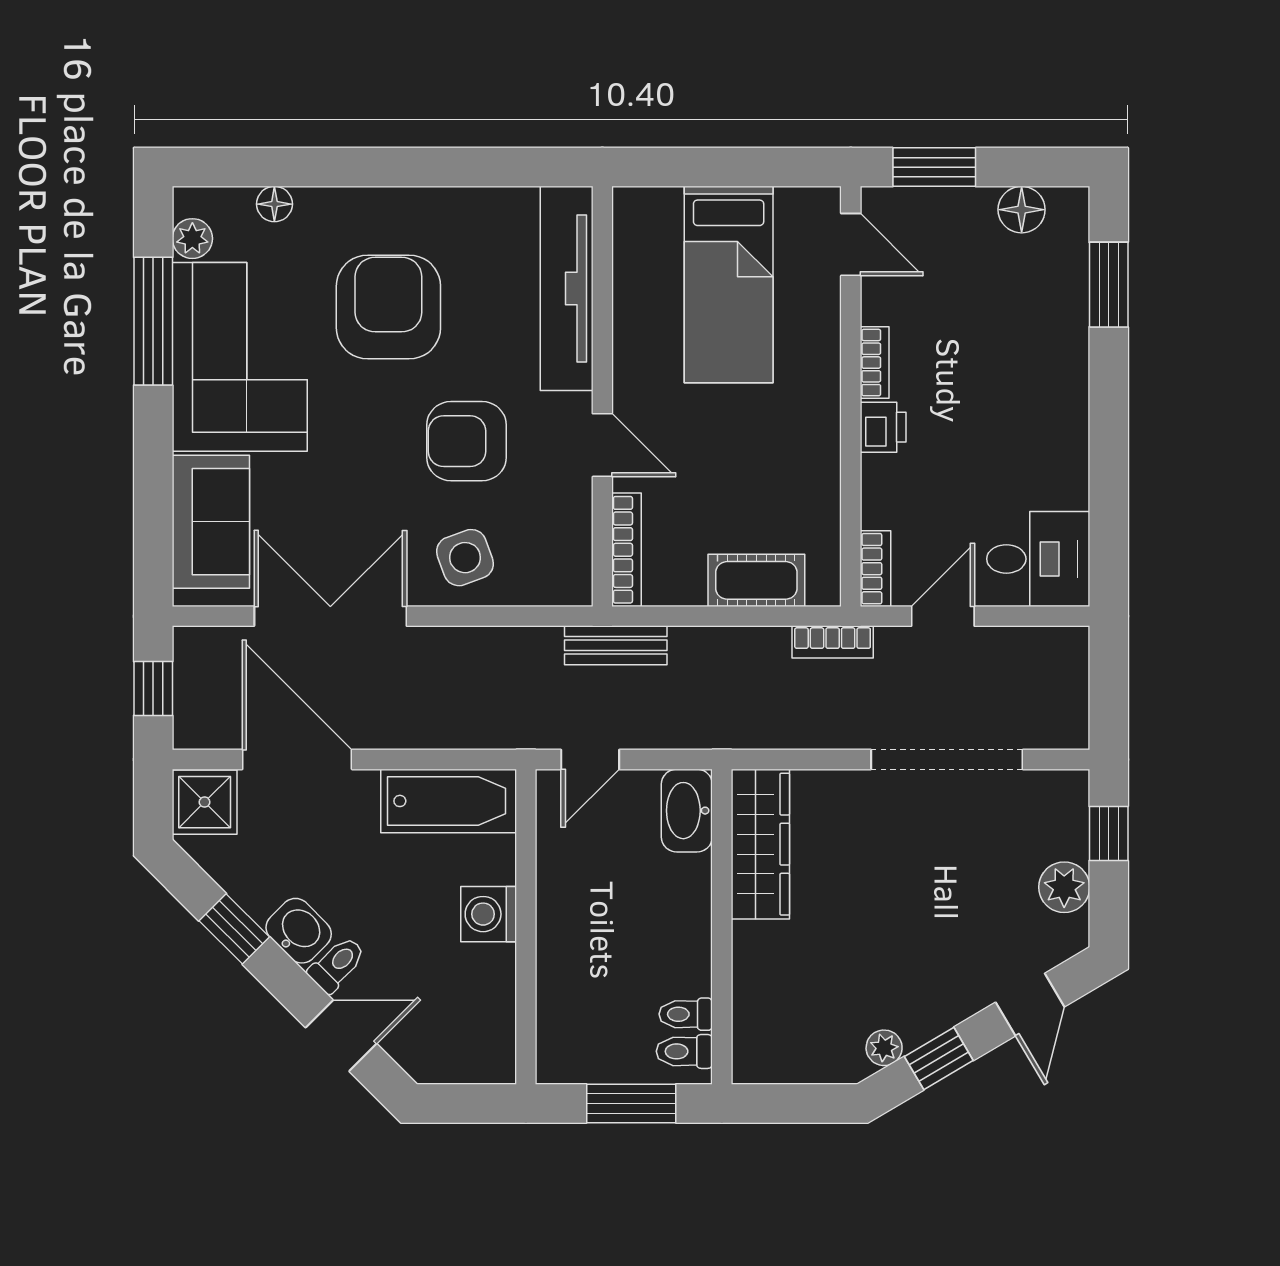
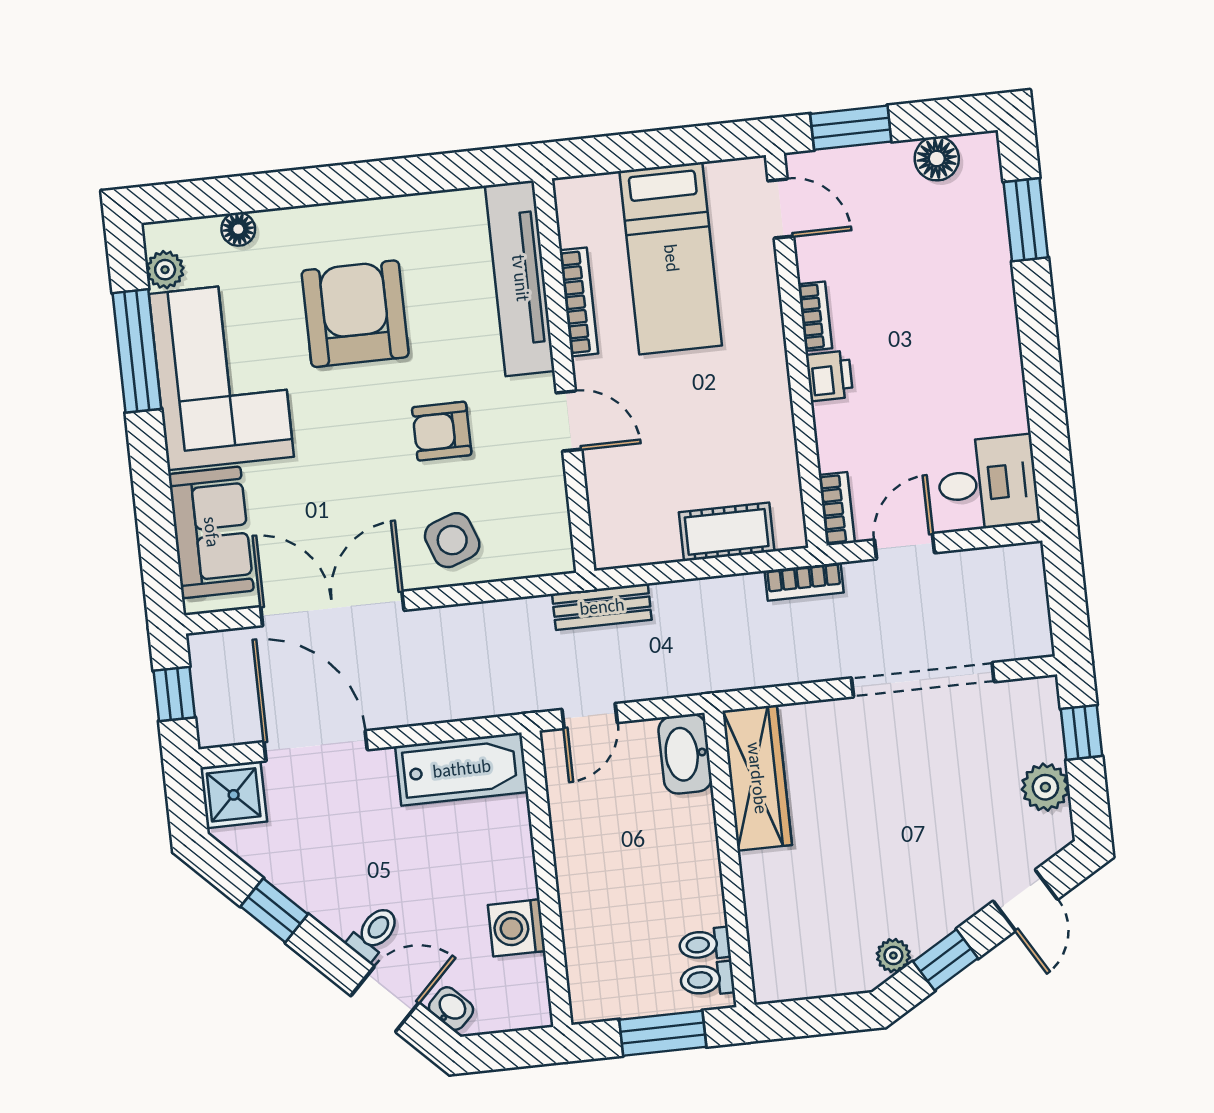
armchair: (466, 441) -> (442, 431), width x0.72, depth x0.72
bookcase: (626, 550) -> (579, 302), moved
washing machine: (489, 914) -> (517, 928), moved
washbasin: (299, 931) -> (451, 1009), moved, width x0.72, depth x0.69

